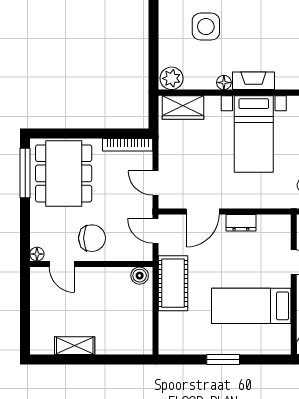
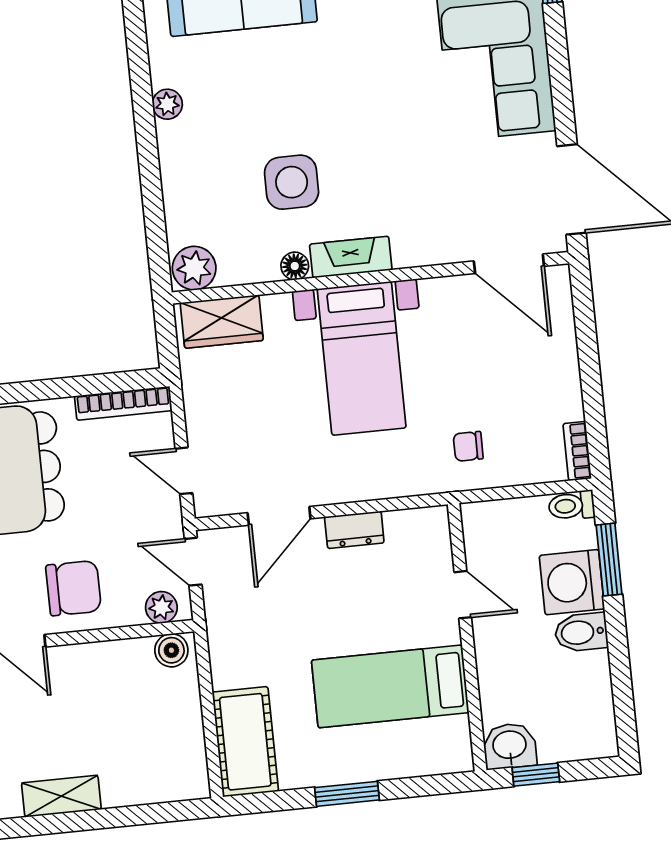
side table: (206, 27) -> (292, 182), moved
plant: (137, 253) -> (161, 607), added
cot: (173, 283) -> (245, 742), moved

